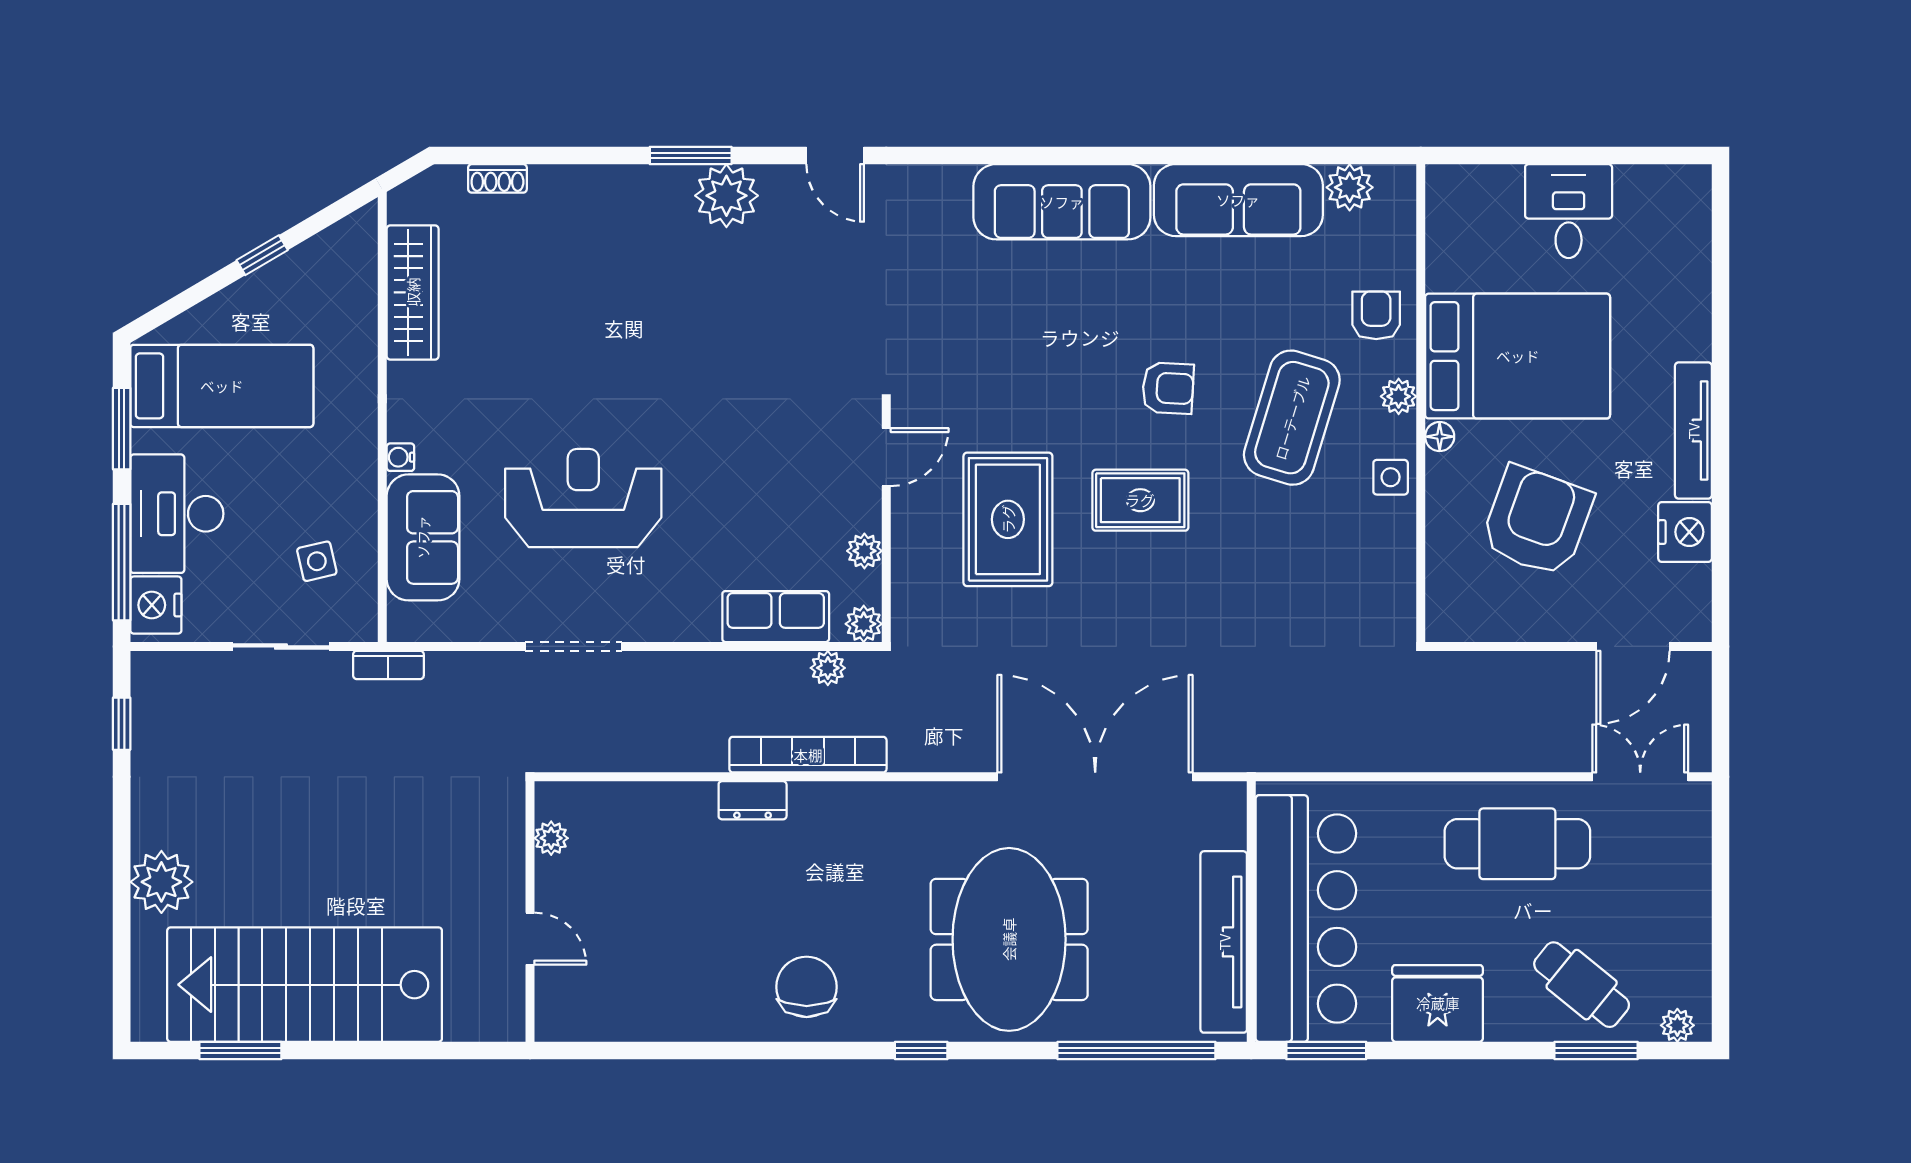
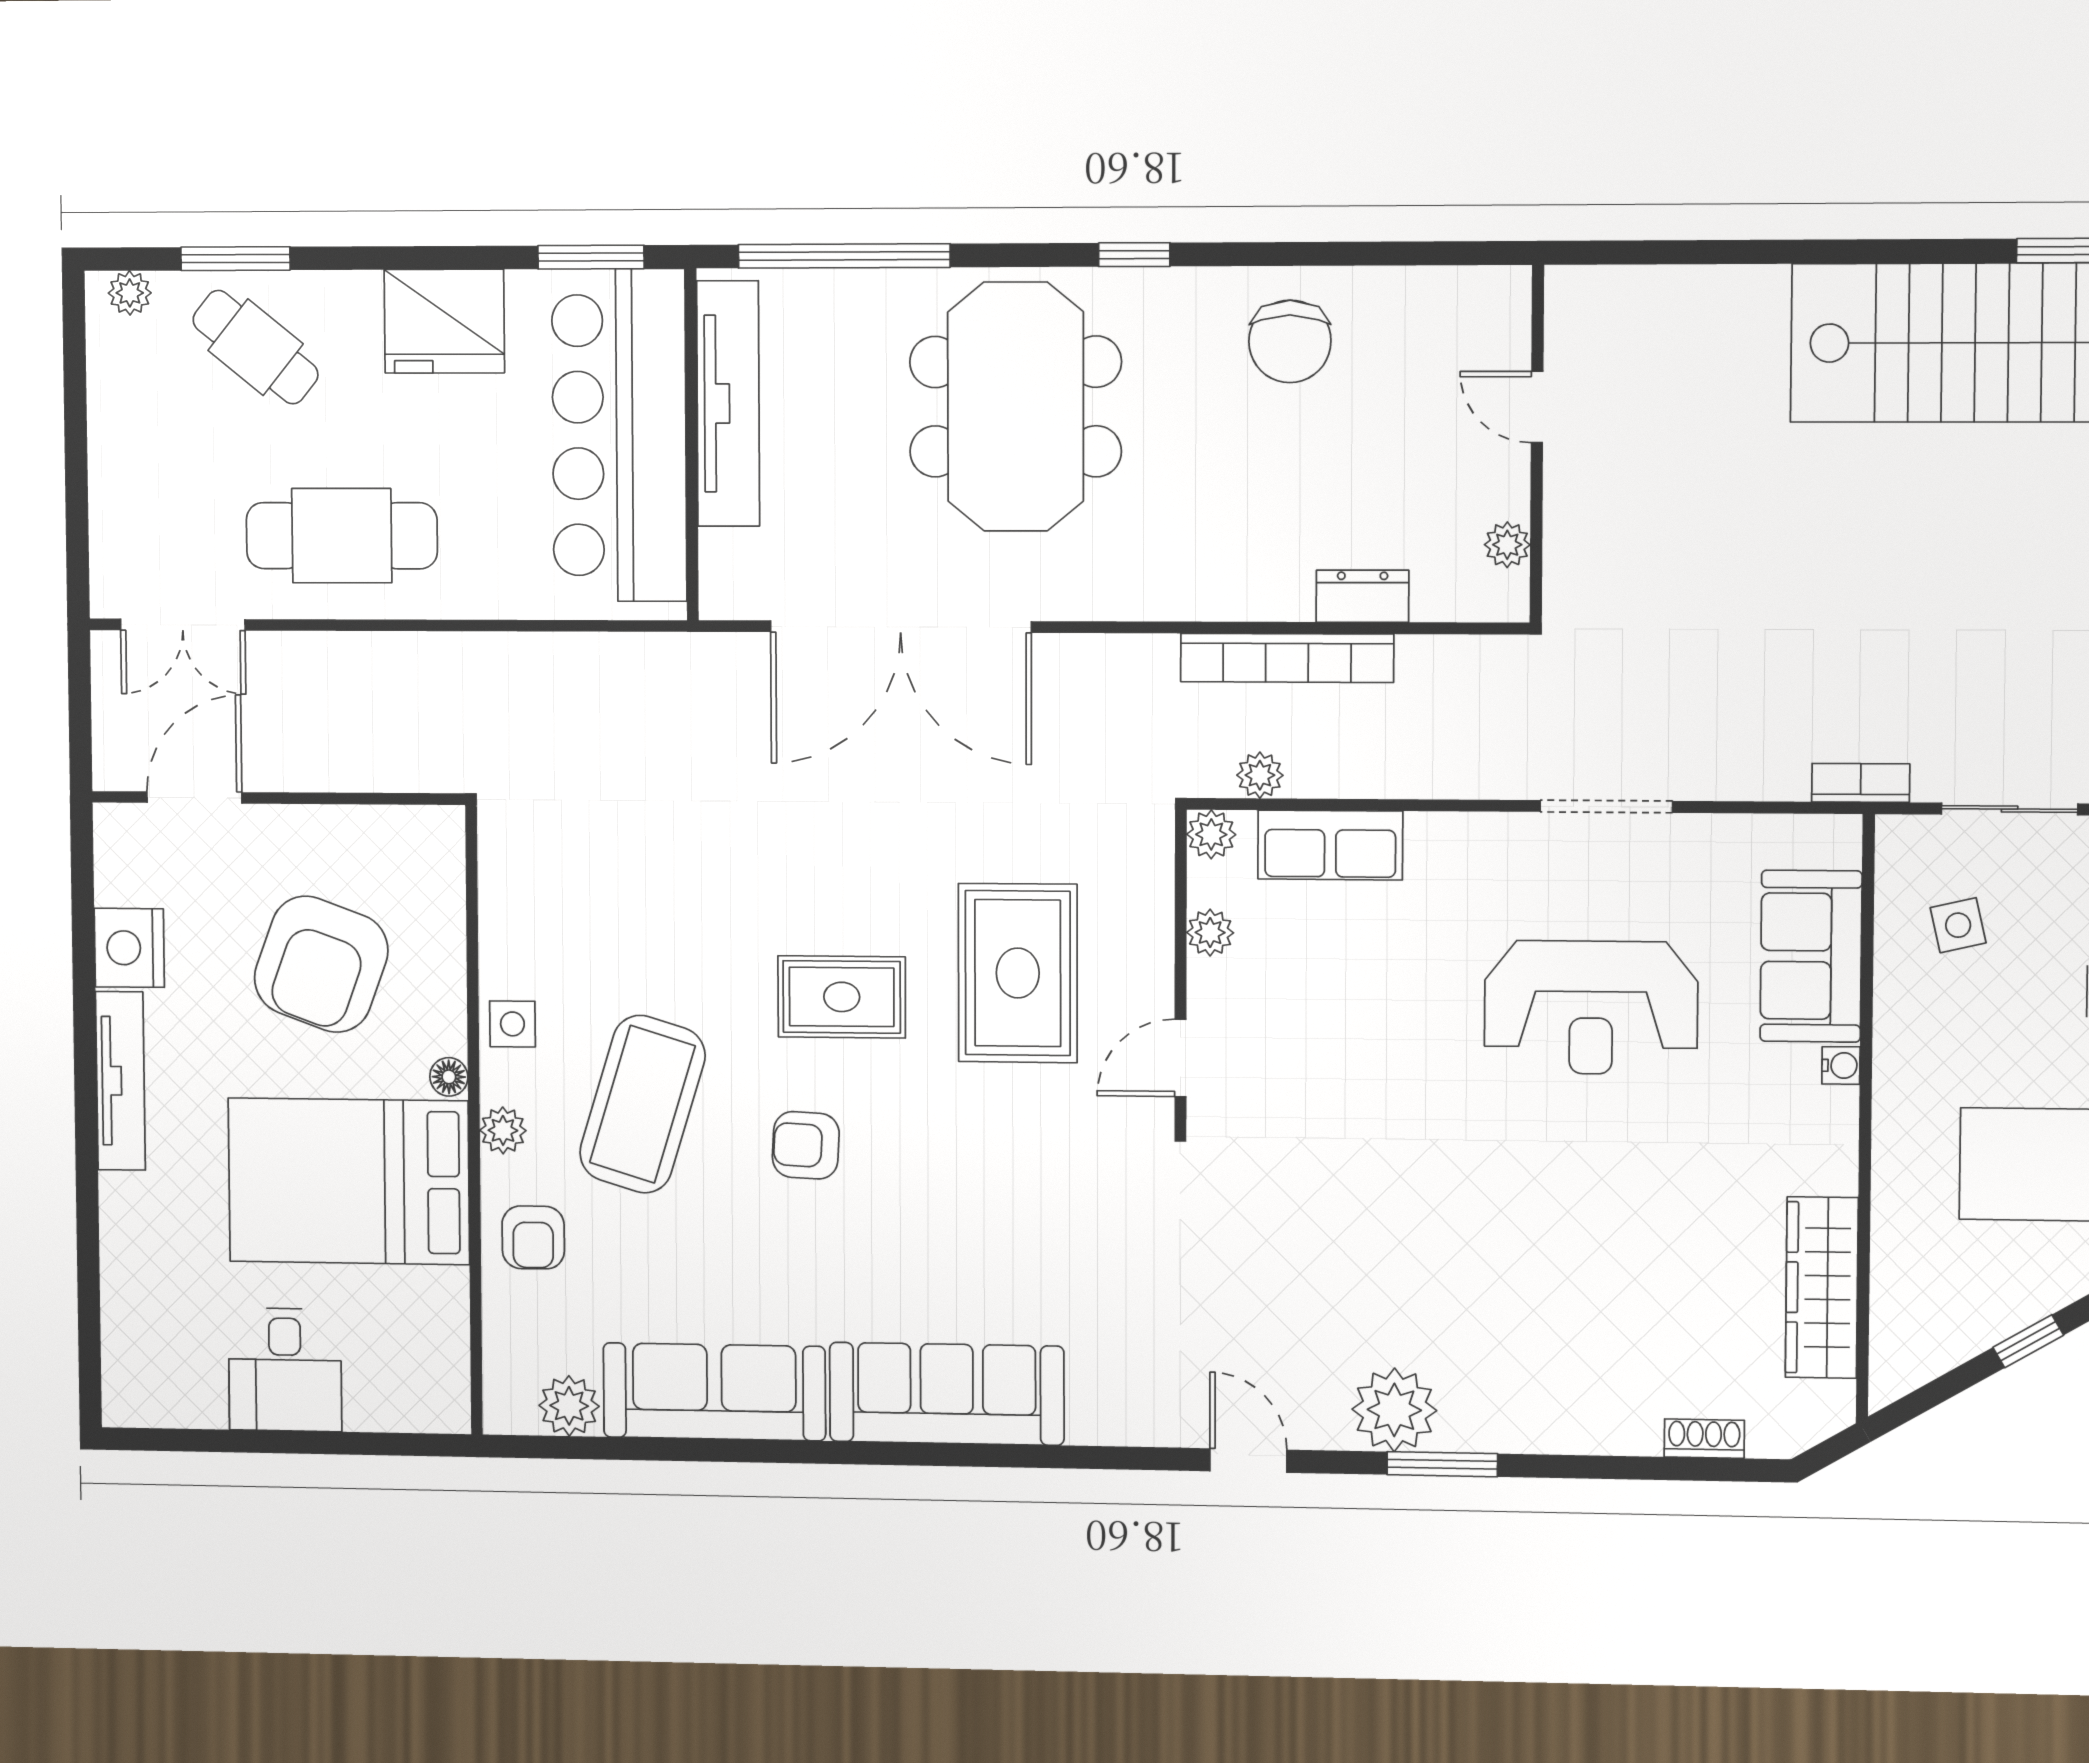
plant: (551, 838) -> (1507, 545), moved
wall: (530, 912) -> (1537, 444), moved
door: (530, 939) -> (1537, 407), moved

